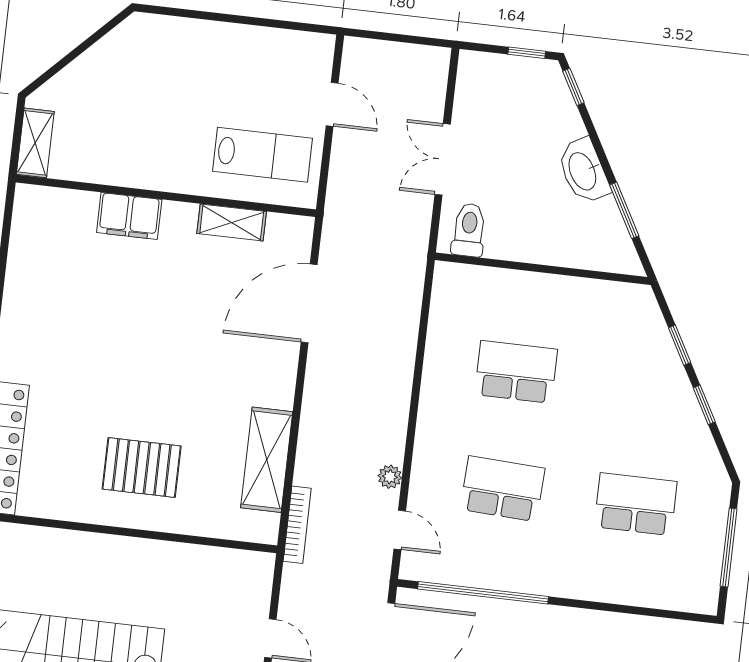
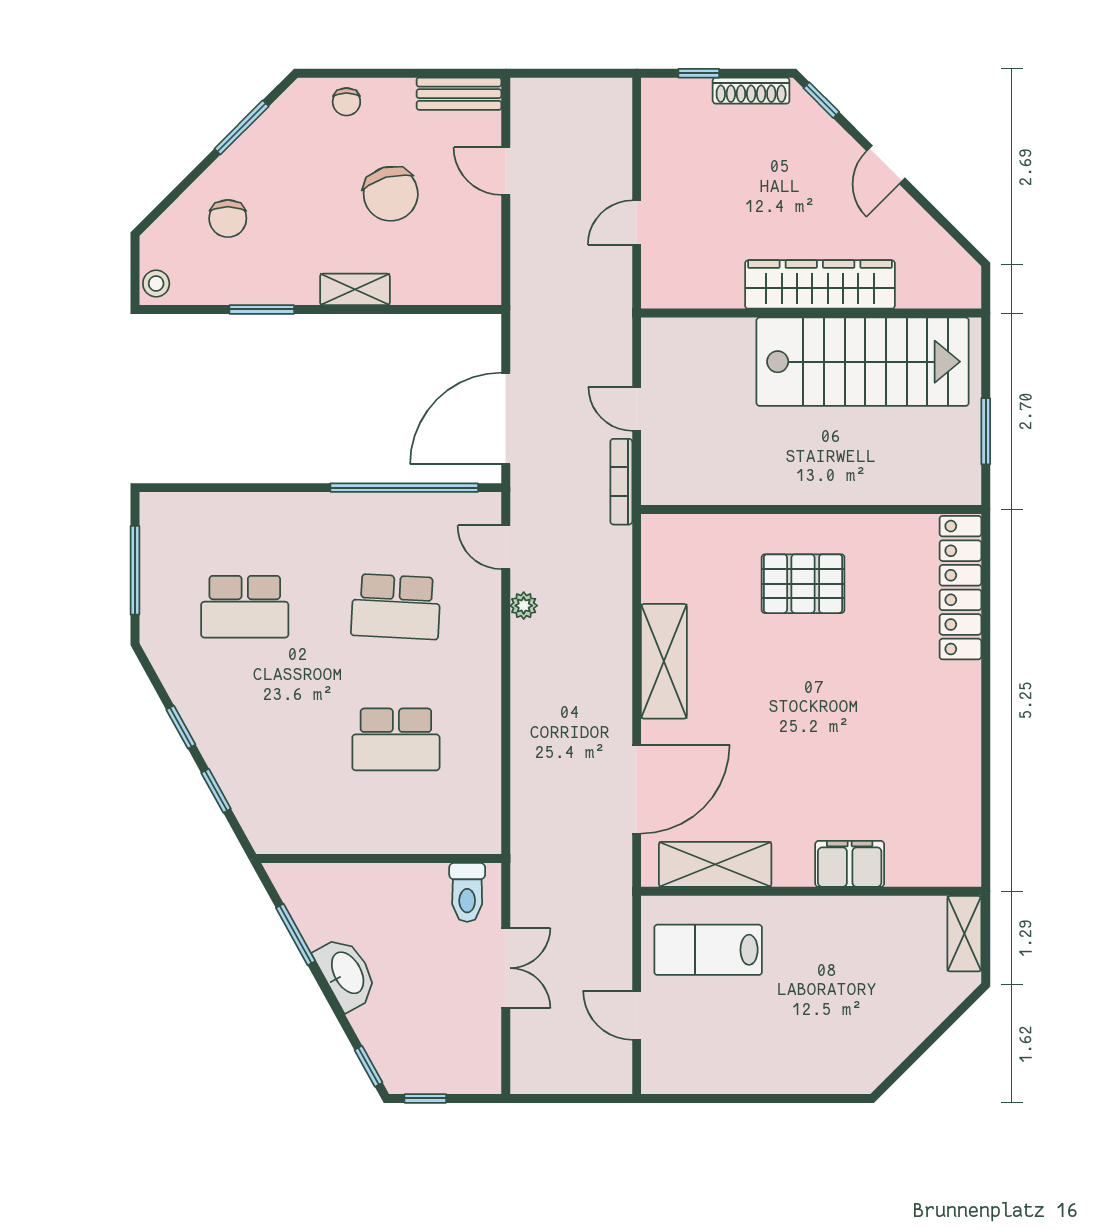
shelving: (232, 222) -> (715, 864), width x1.50, depth x1.33
shelving: (267, 460) -> (664, 661), moved
bookcase: (297, 525) -> (621, 482), moved

